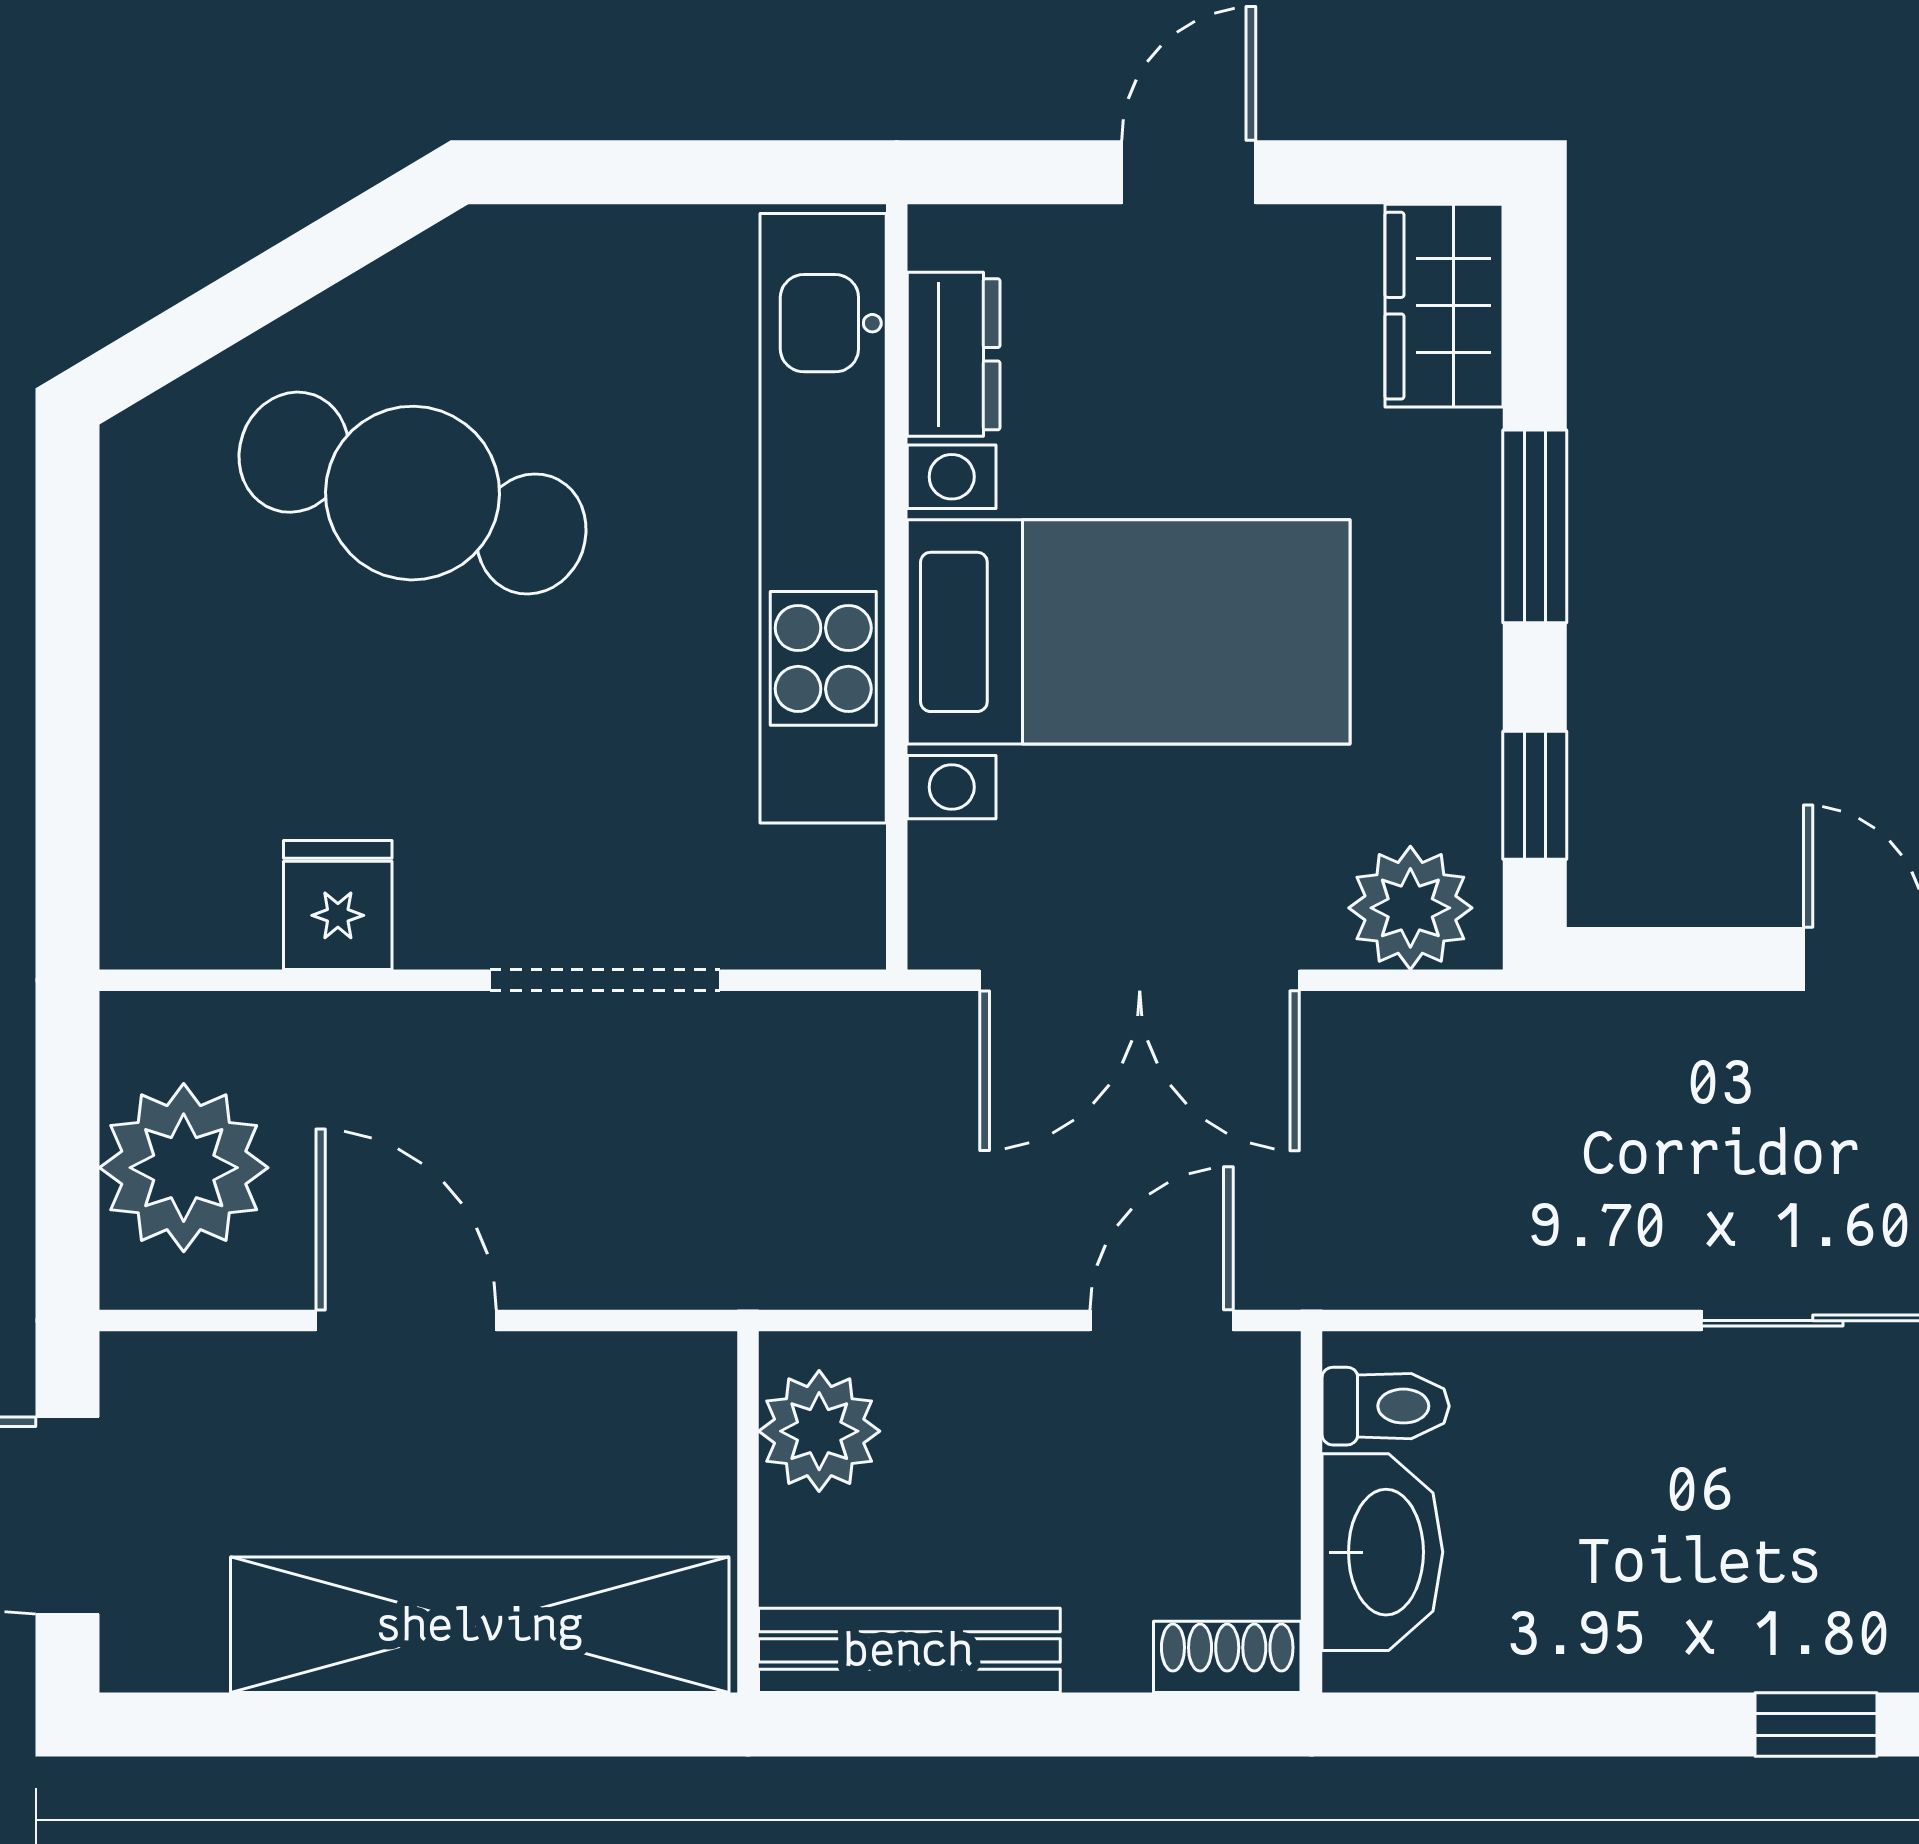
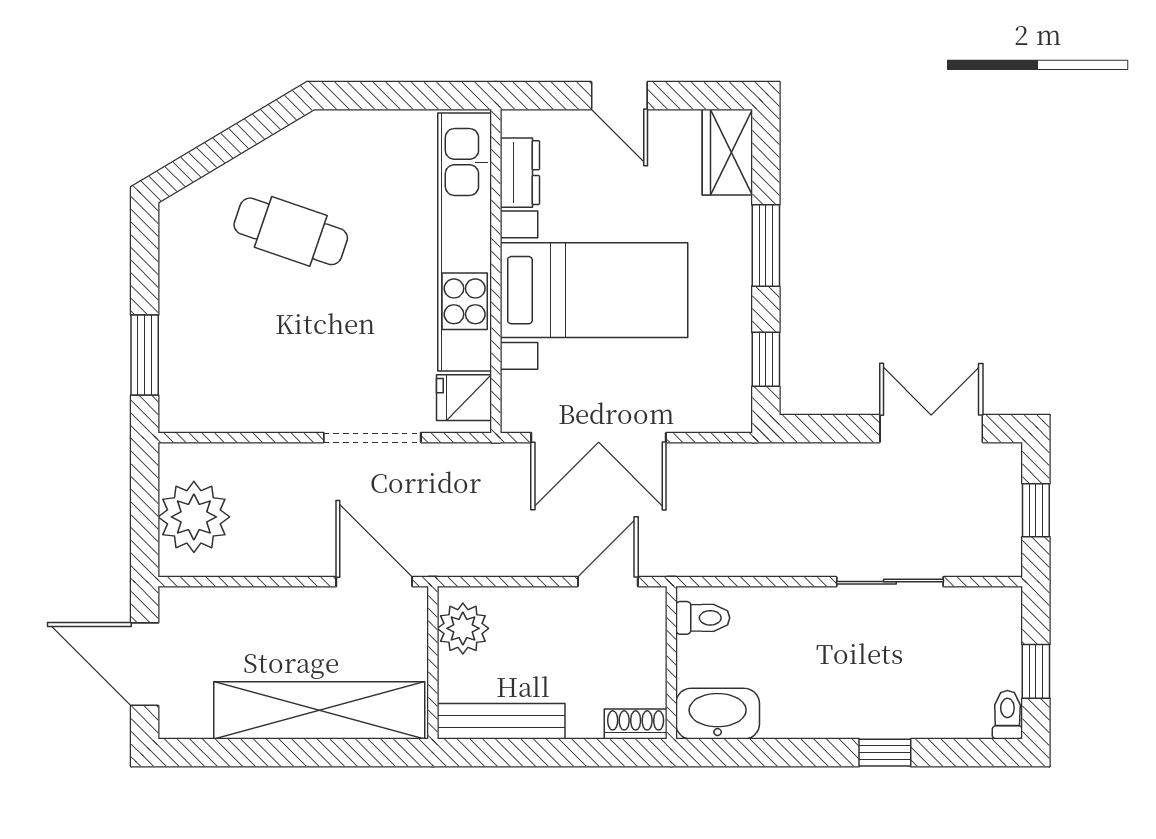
door: (1189, 172) -> (619, 96), swing flipped
cafe table: (413, 493) -> (291, 231), width x0.73, depth x0.74
window: (68, 785) -> (145, 355), added
fridge: (338, 905) -> (464, 398), moved, turned -90
plant: (1410, 908) -> (713, 407), removed
door: (406, 1321) -> (374, 582), moved
washbasin: (1382, 1552) -> (718, 714), moved, turned -90

